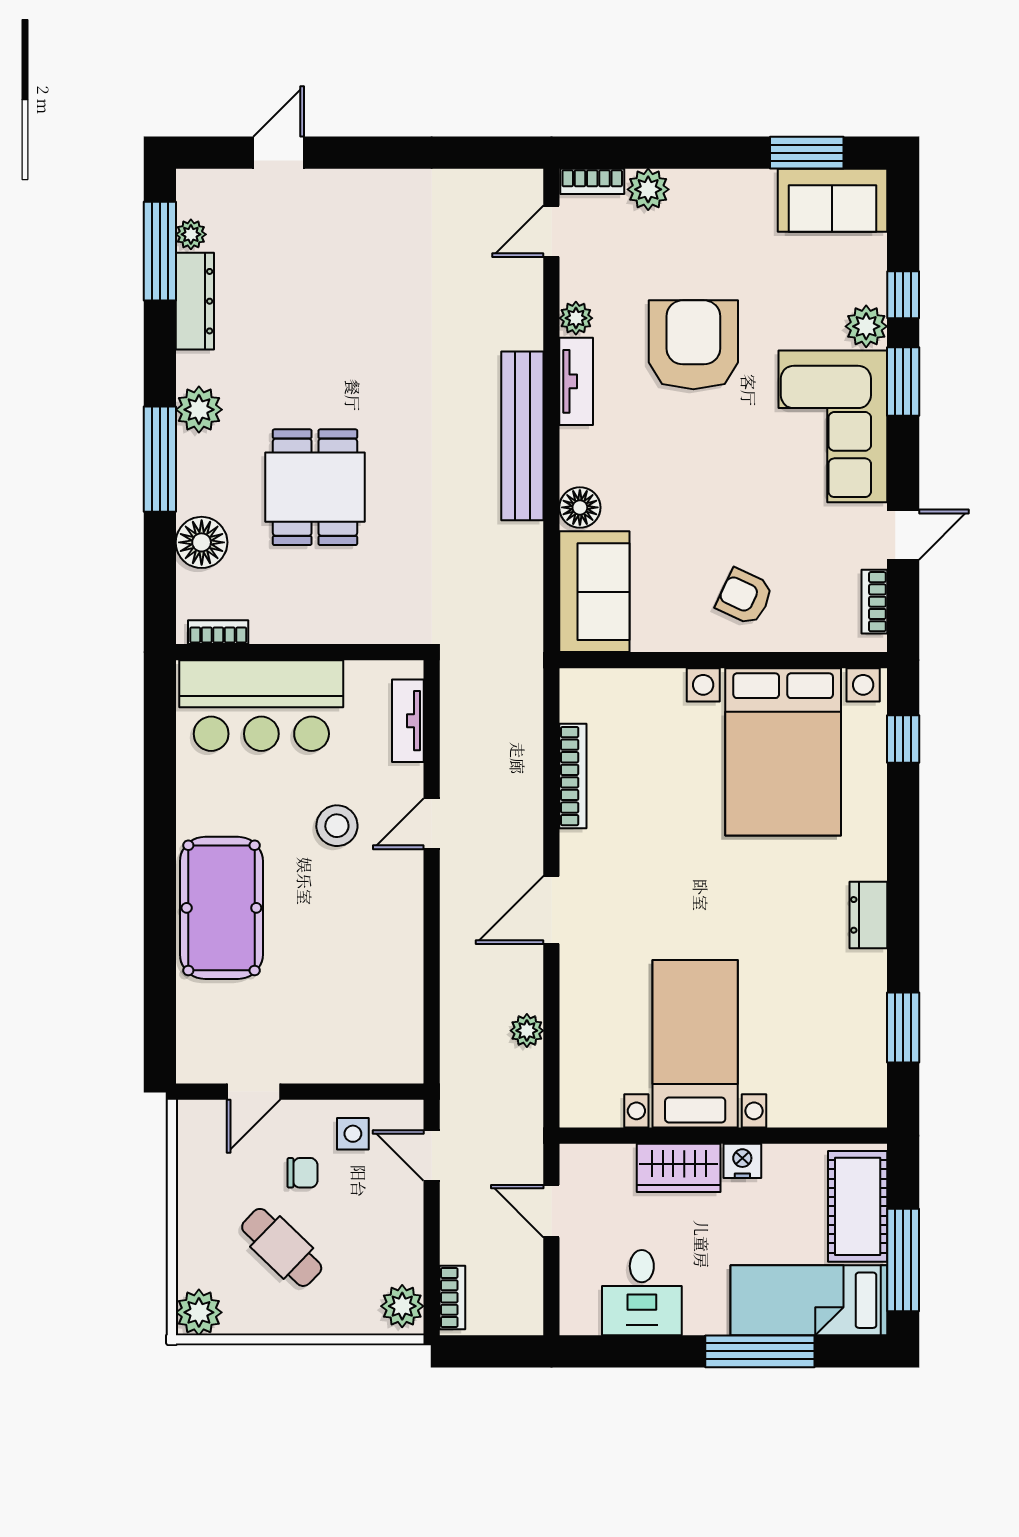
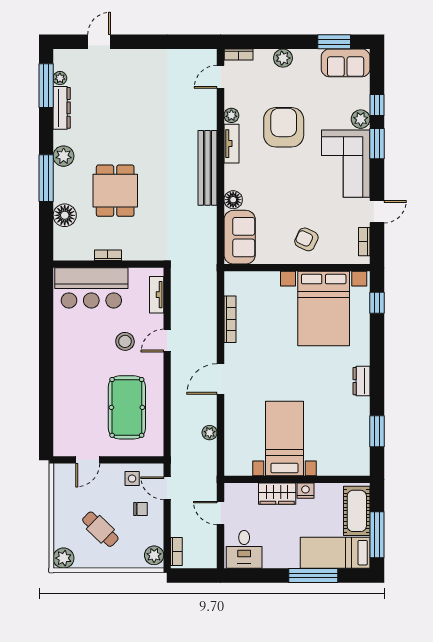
plant: (648, 189) -> (283, 58), moved
bookcase: (218, 632) -> (108, 255), moved
pool table: (221, 908) -> (127, 407), moved
chair: (302, 1173) -> (141, 509), moved
desk: (642, 1293) -> (244, 549), moved

